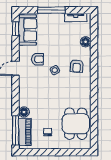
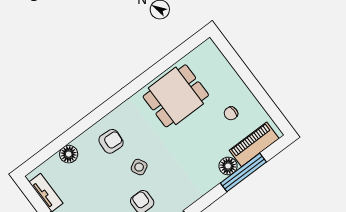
dining table: (76, 124) -> (176, 96), moved
window: (16, 130) -> (243, 172), moved

